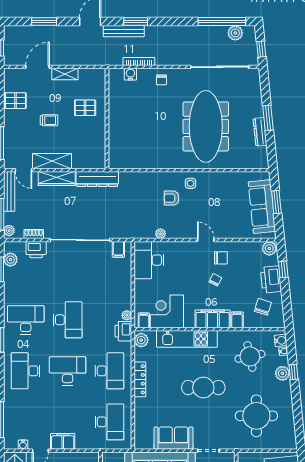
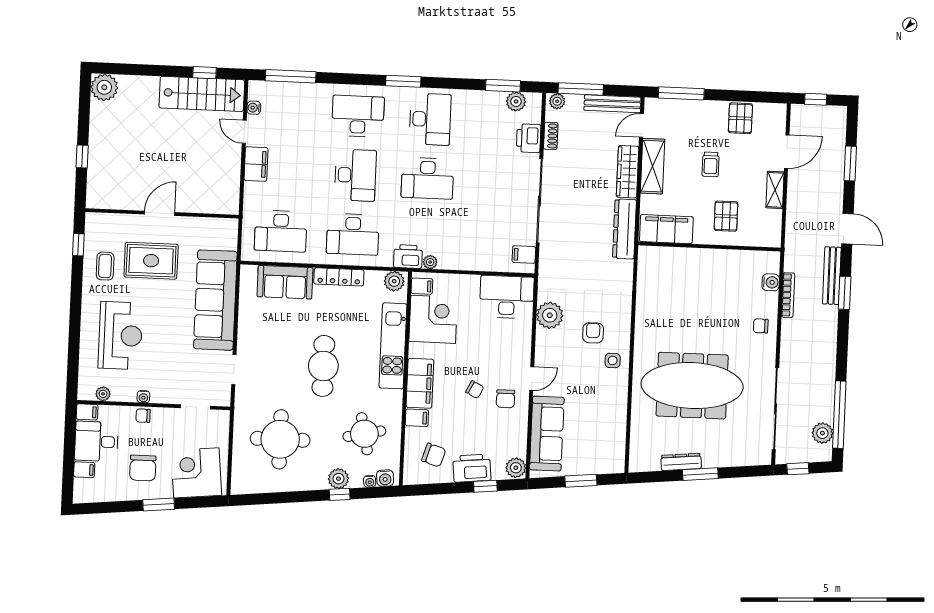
door: (38, 67) -> (787, 152), hinge flipped
filing cabinet: (96, 149) -> (666, 229), added
sofa: (262, 207) -> (547, 434), moved, turned 96
plant: (160, 234) -> (550, 315), width x1.88, depth x1.88
sofa: (173, 438) -> (285, 282), moved, turned 90

